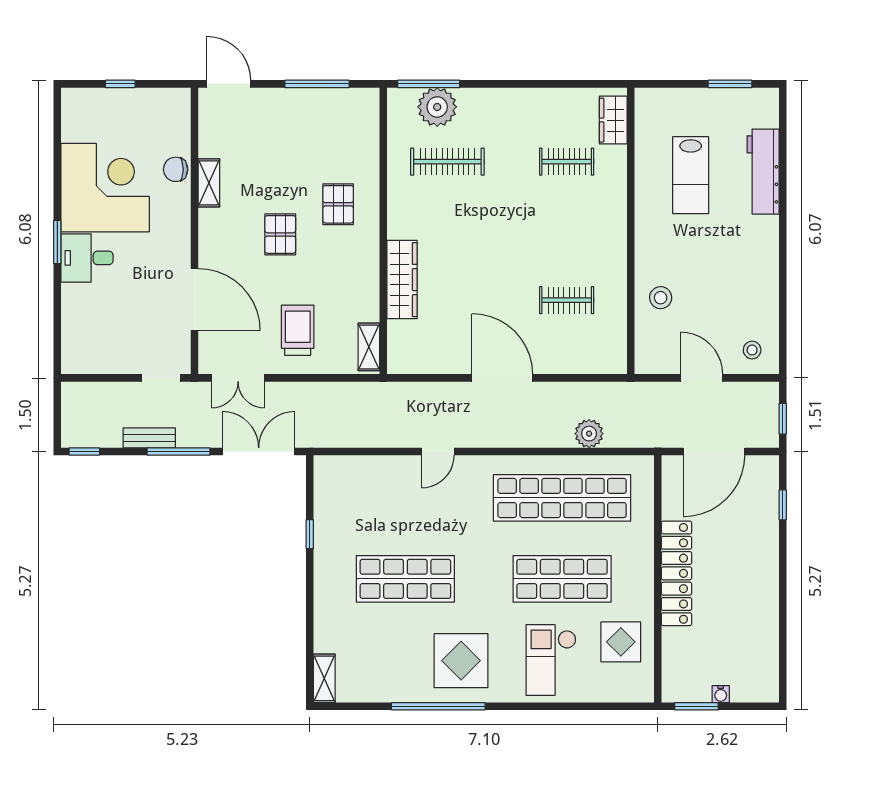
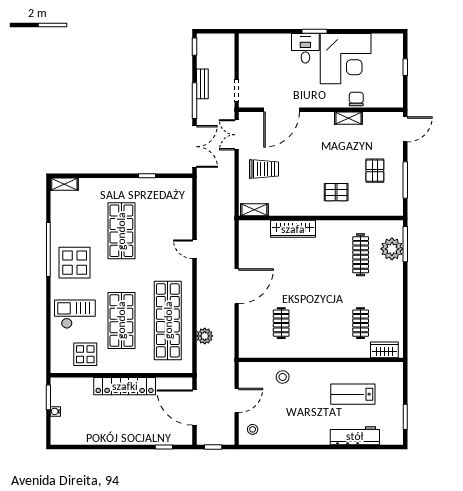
pallet: (280, 234) -> (375, 171), moved, turned 90

